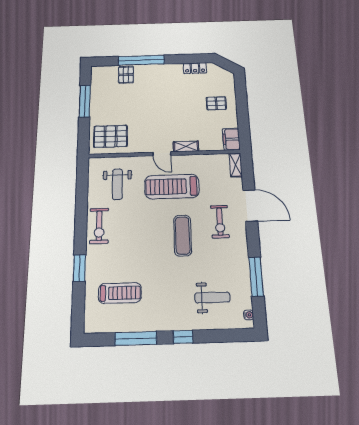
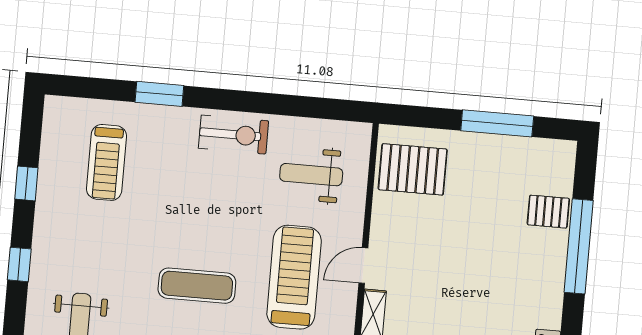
pallet: (111, 136) -> (413, 169), turned 90
exercise bike: (99, 226) -> (234, 135), turned 180
window: (136, 338) -> (26, 183), width x0.46

